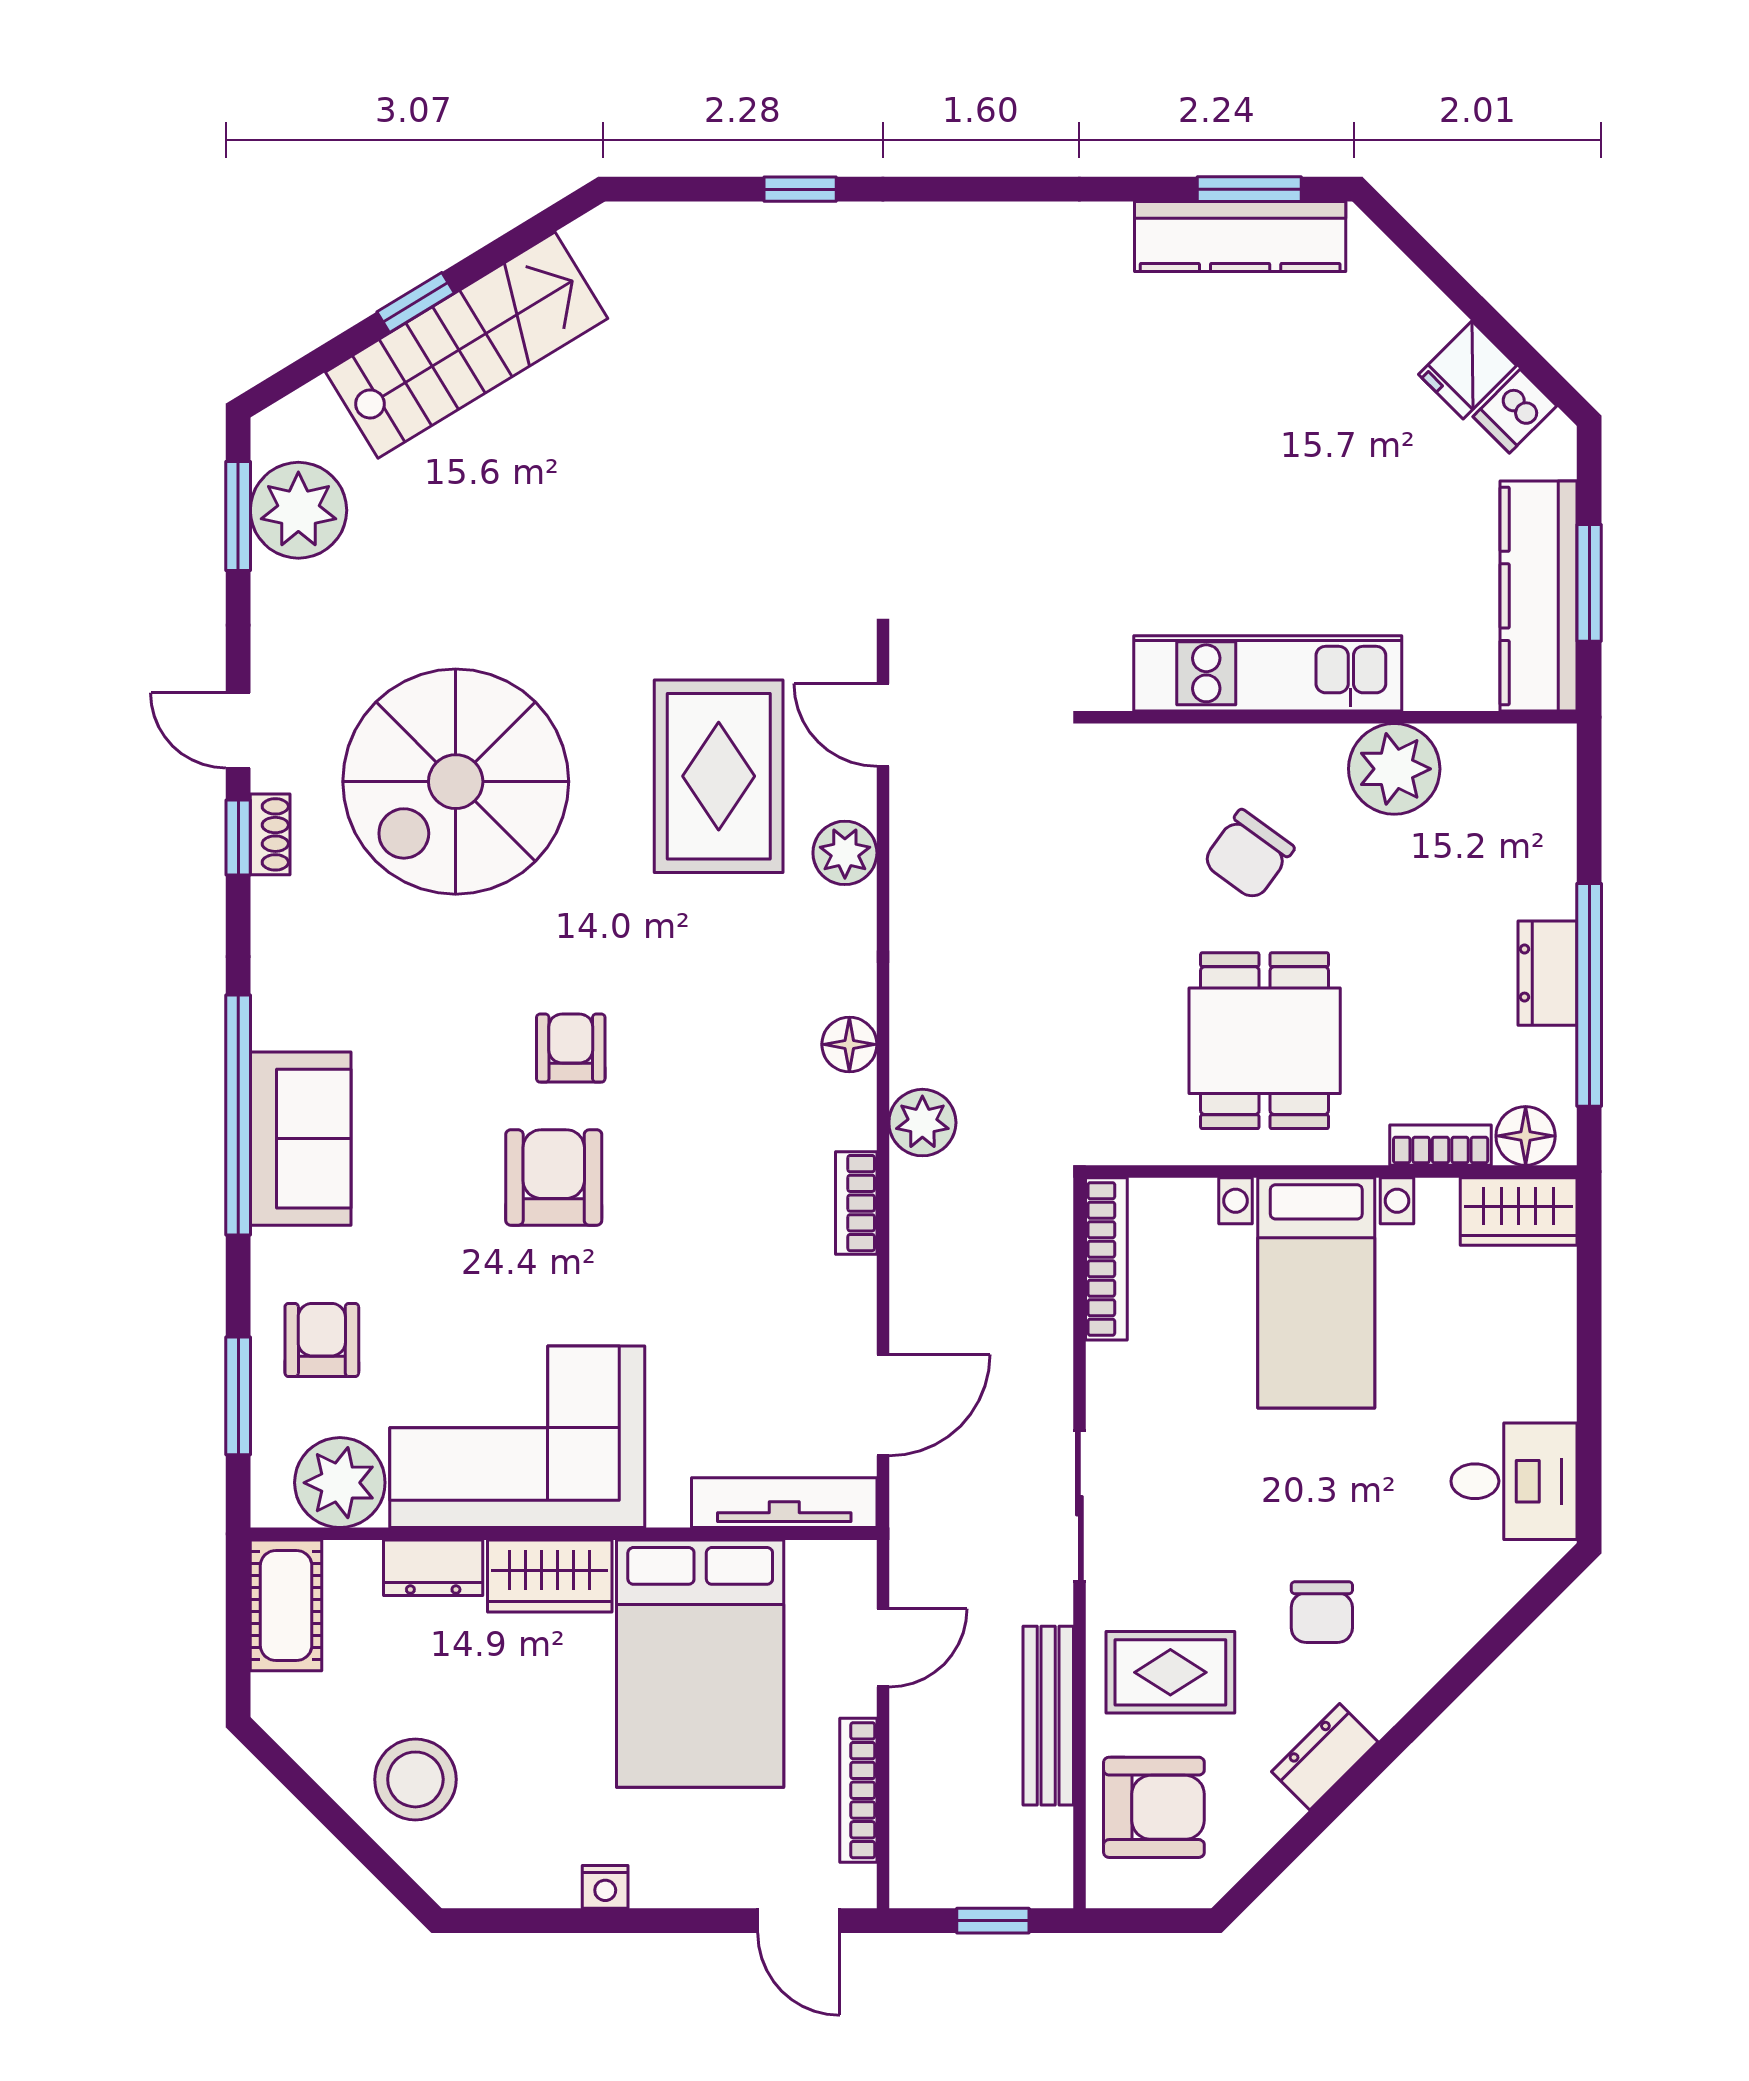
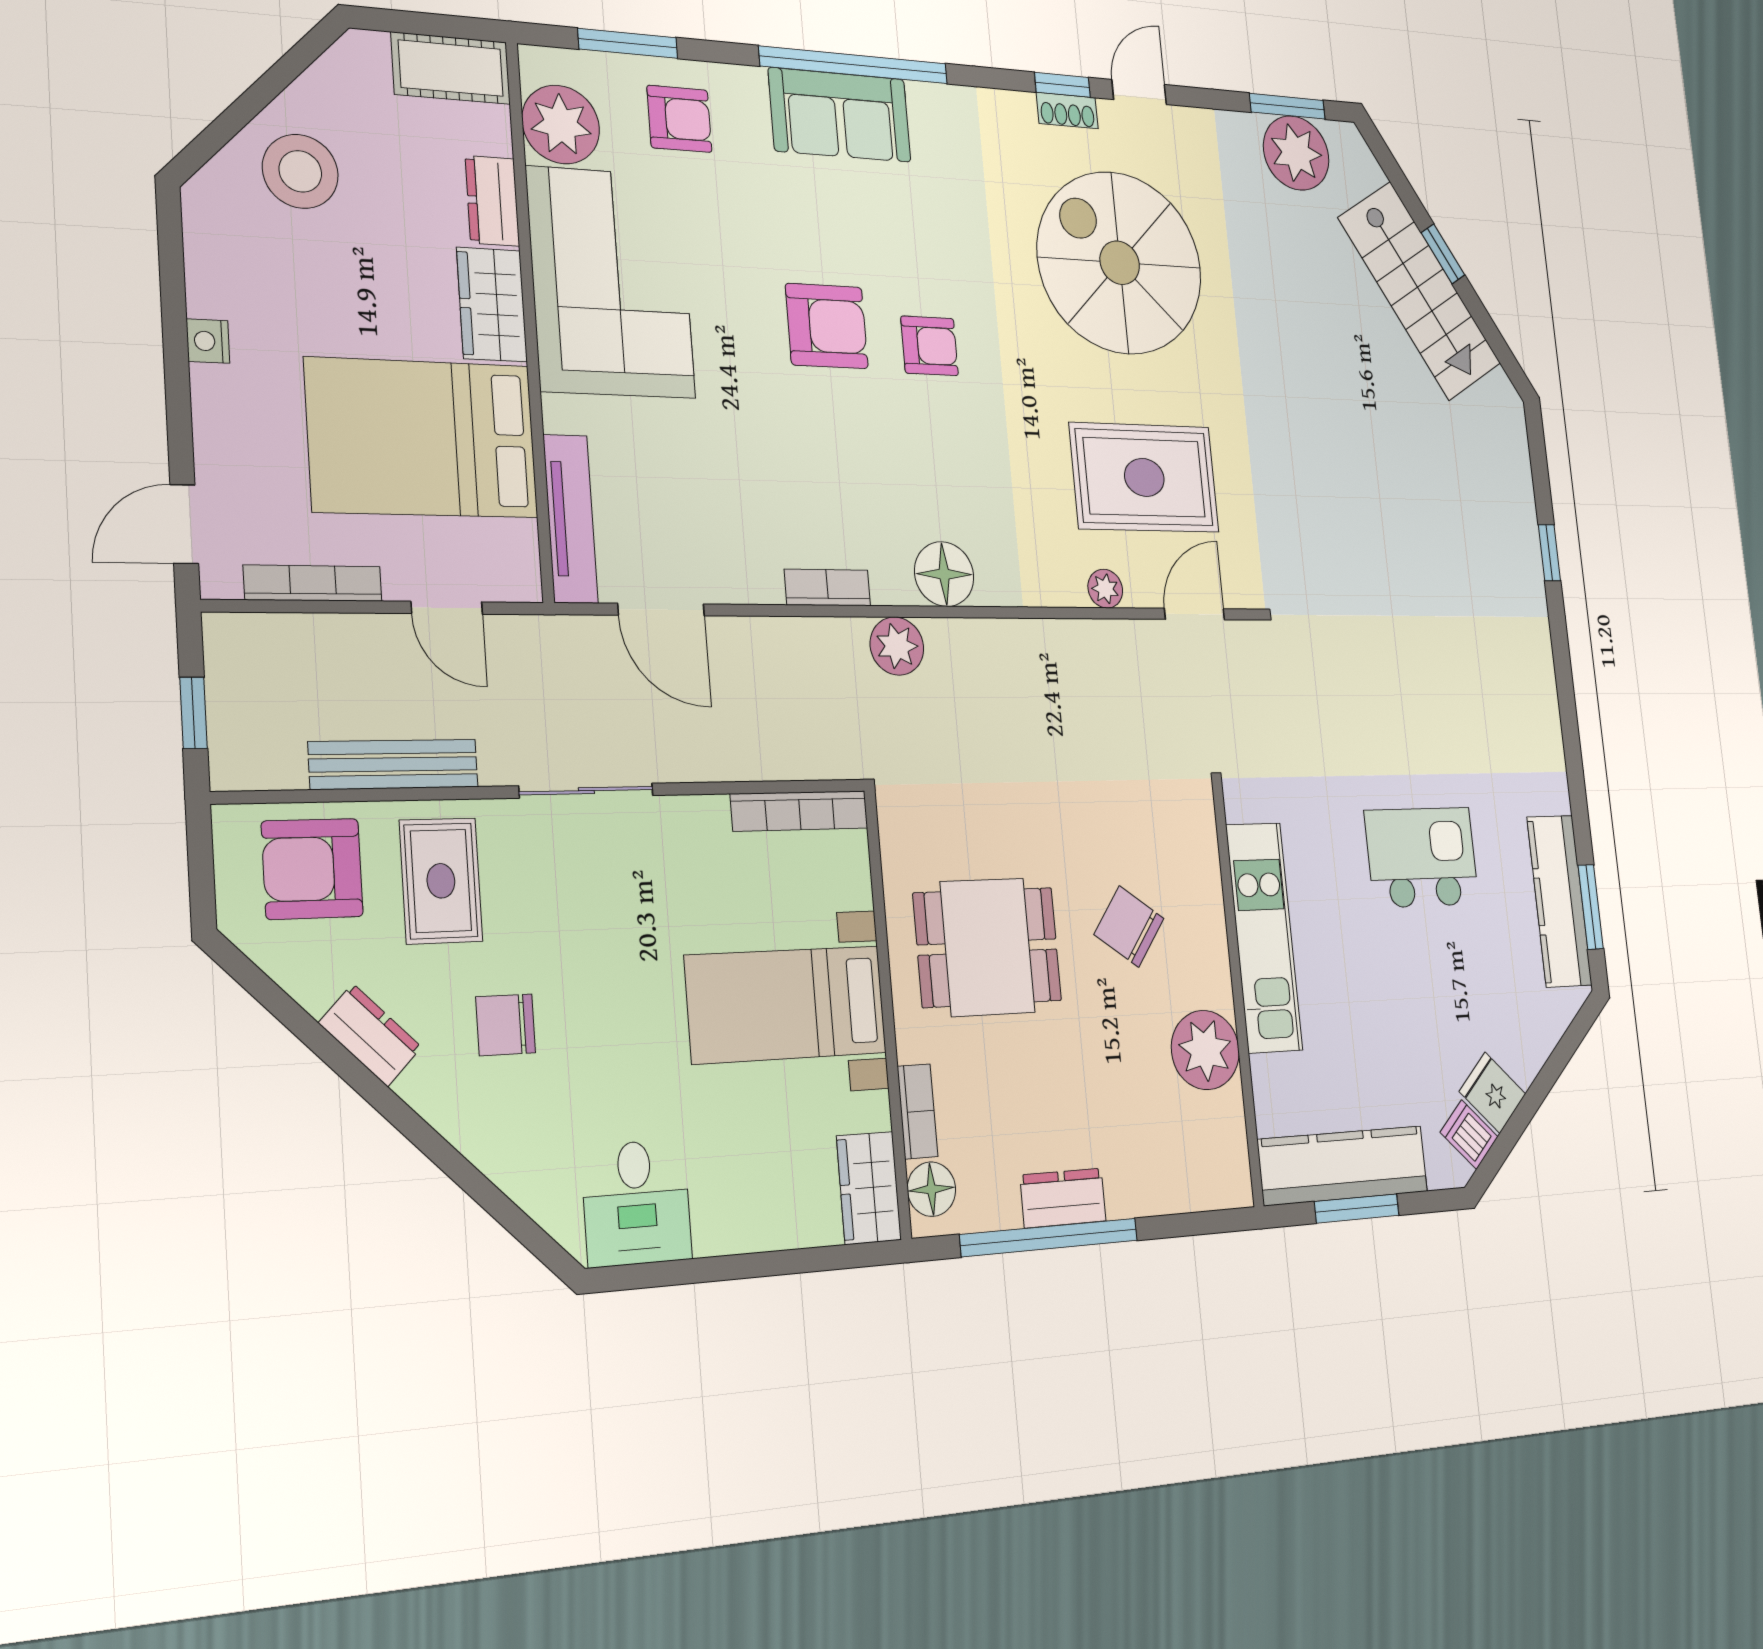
kitchen island: (1180, 436) -> (1422, 857), added
plant: (845, 853) -> (1105, 589), width x0.73, depth x0.73
floor lamp: (849, 1044) -> (944, 574), width x1.38, depth x1.38
armchair: (1154, 1807) -> (312, 869), turned 90

